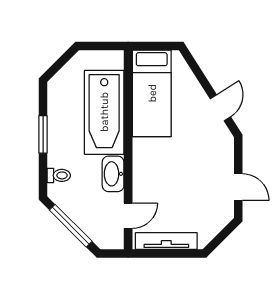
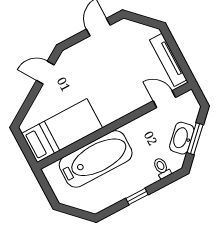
window: (43, 134) -> (137, 197), width x0.67
washbasin: (113, 174) -> (182, 138), moved, turned 135
window: (71, 226) -> (195, 139), width x0.69

